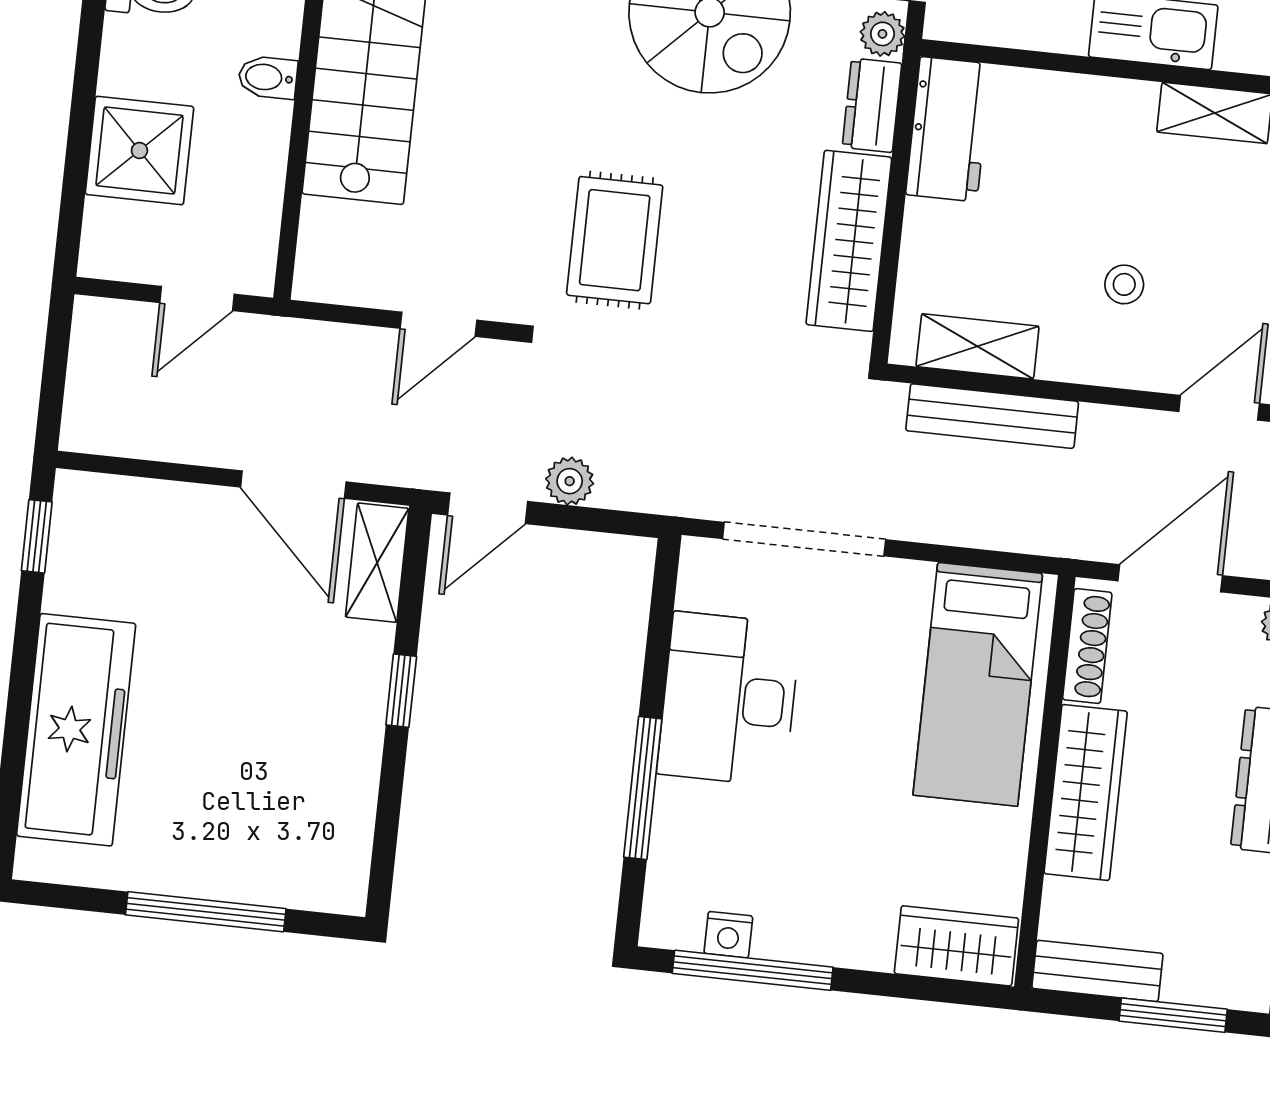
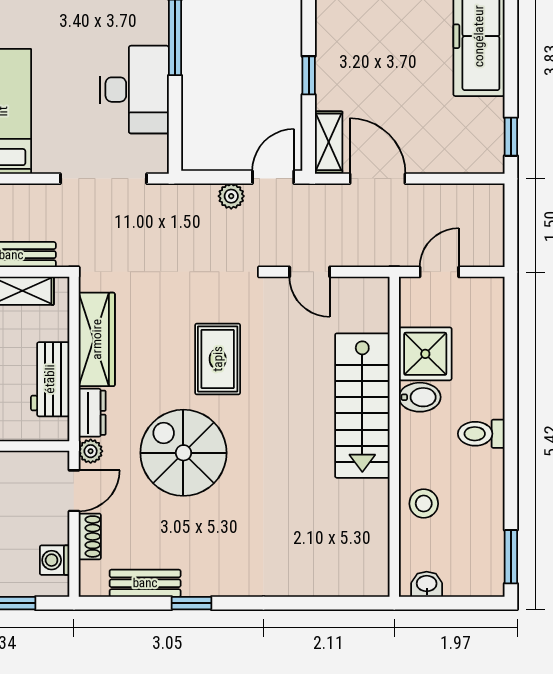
bidet: (268, 77) -> (420, 397), width x1.38, depth x1.36
workbench: (949, 129) -> (50, 379), moved
shower: (139, 150) -> (425, 354), moved
rug: (615, 240) -> (218, 359), moved
door: (439, 324) -> (310, 272), swing flipped

